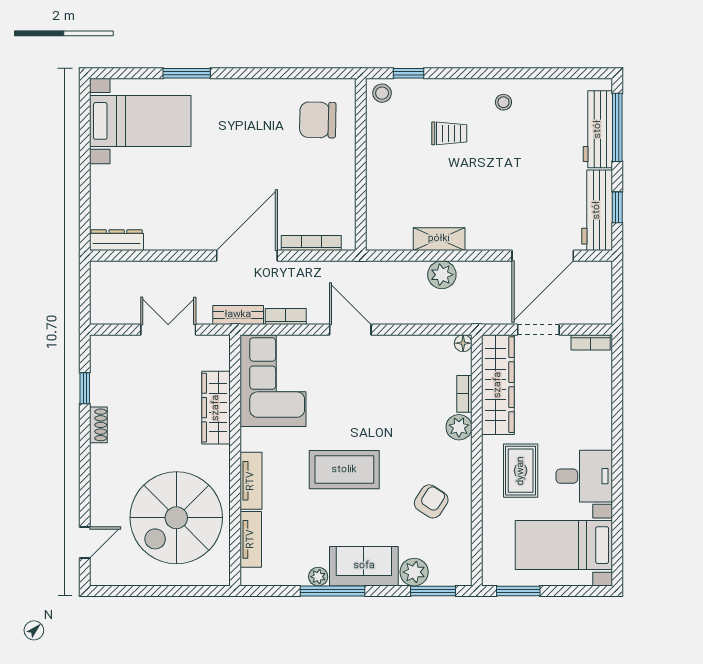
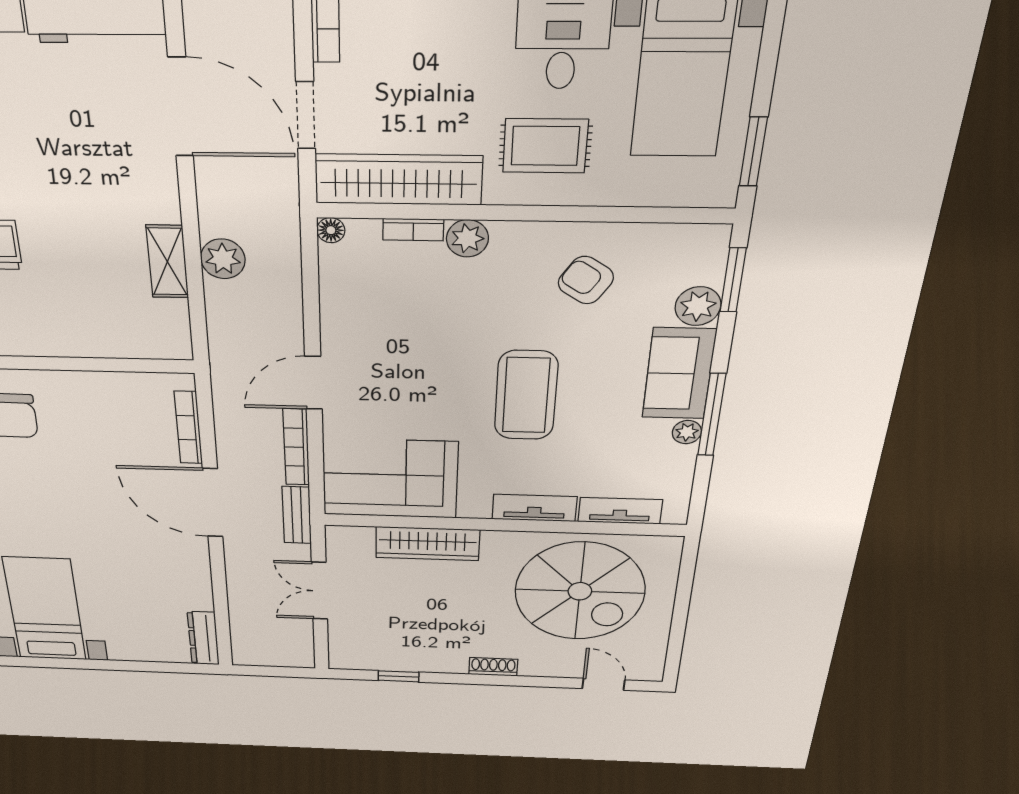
bookcase: (286, 317) -> (296, 447), width x1.56
shoe rack: (98, 425) -> (493, 667), moved

